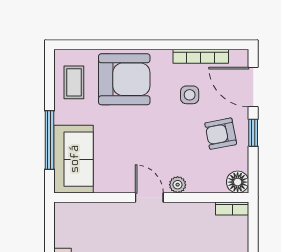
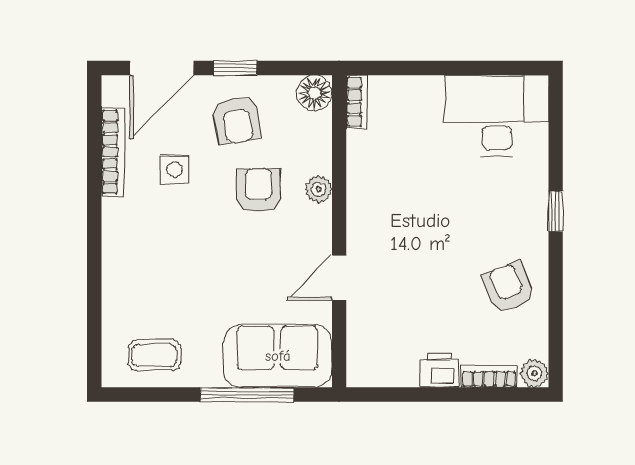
armchair: (124, 79) -> (258, 190), moved, width x0.53, depth x0.53
door: (149, 198) -> (339, 278), moved

